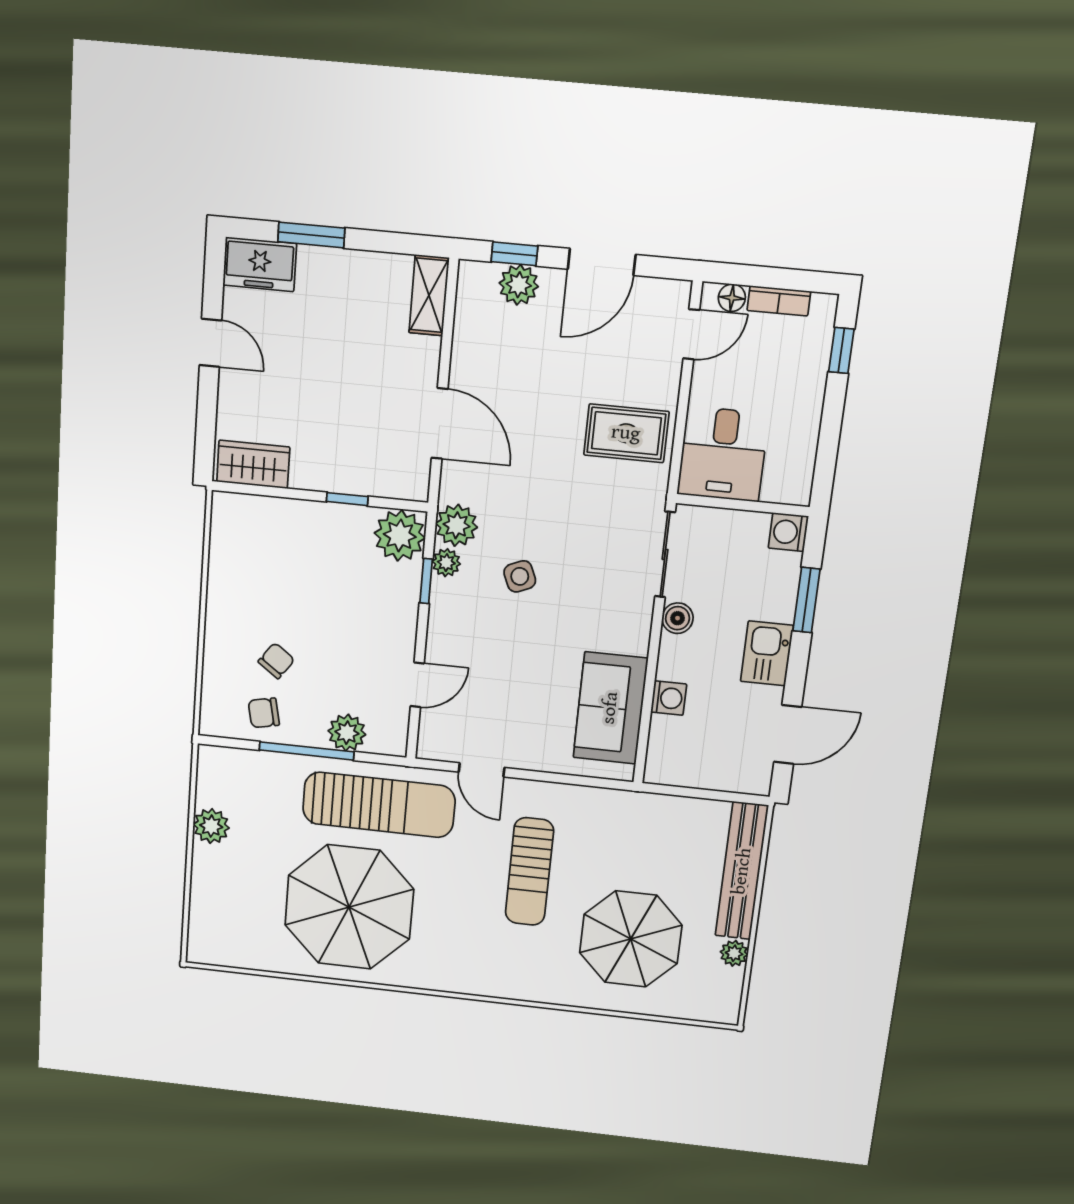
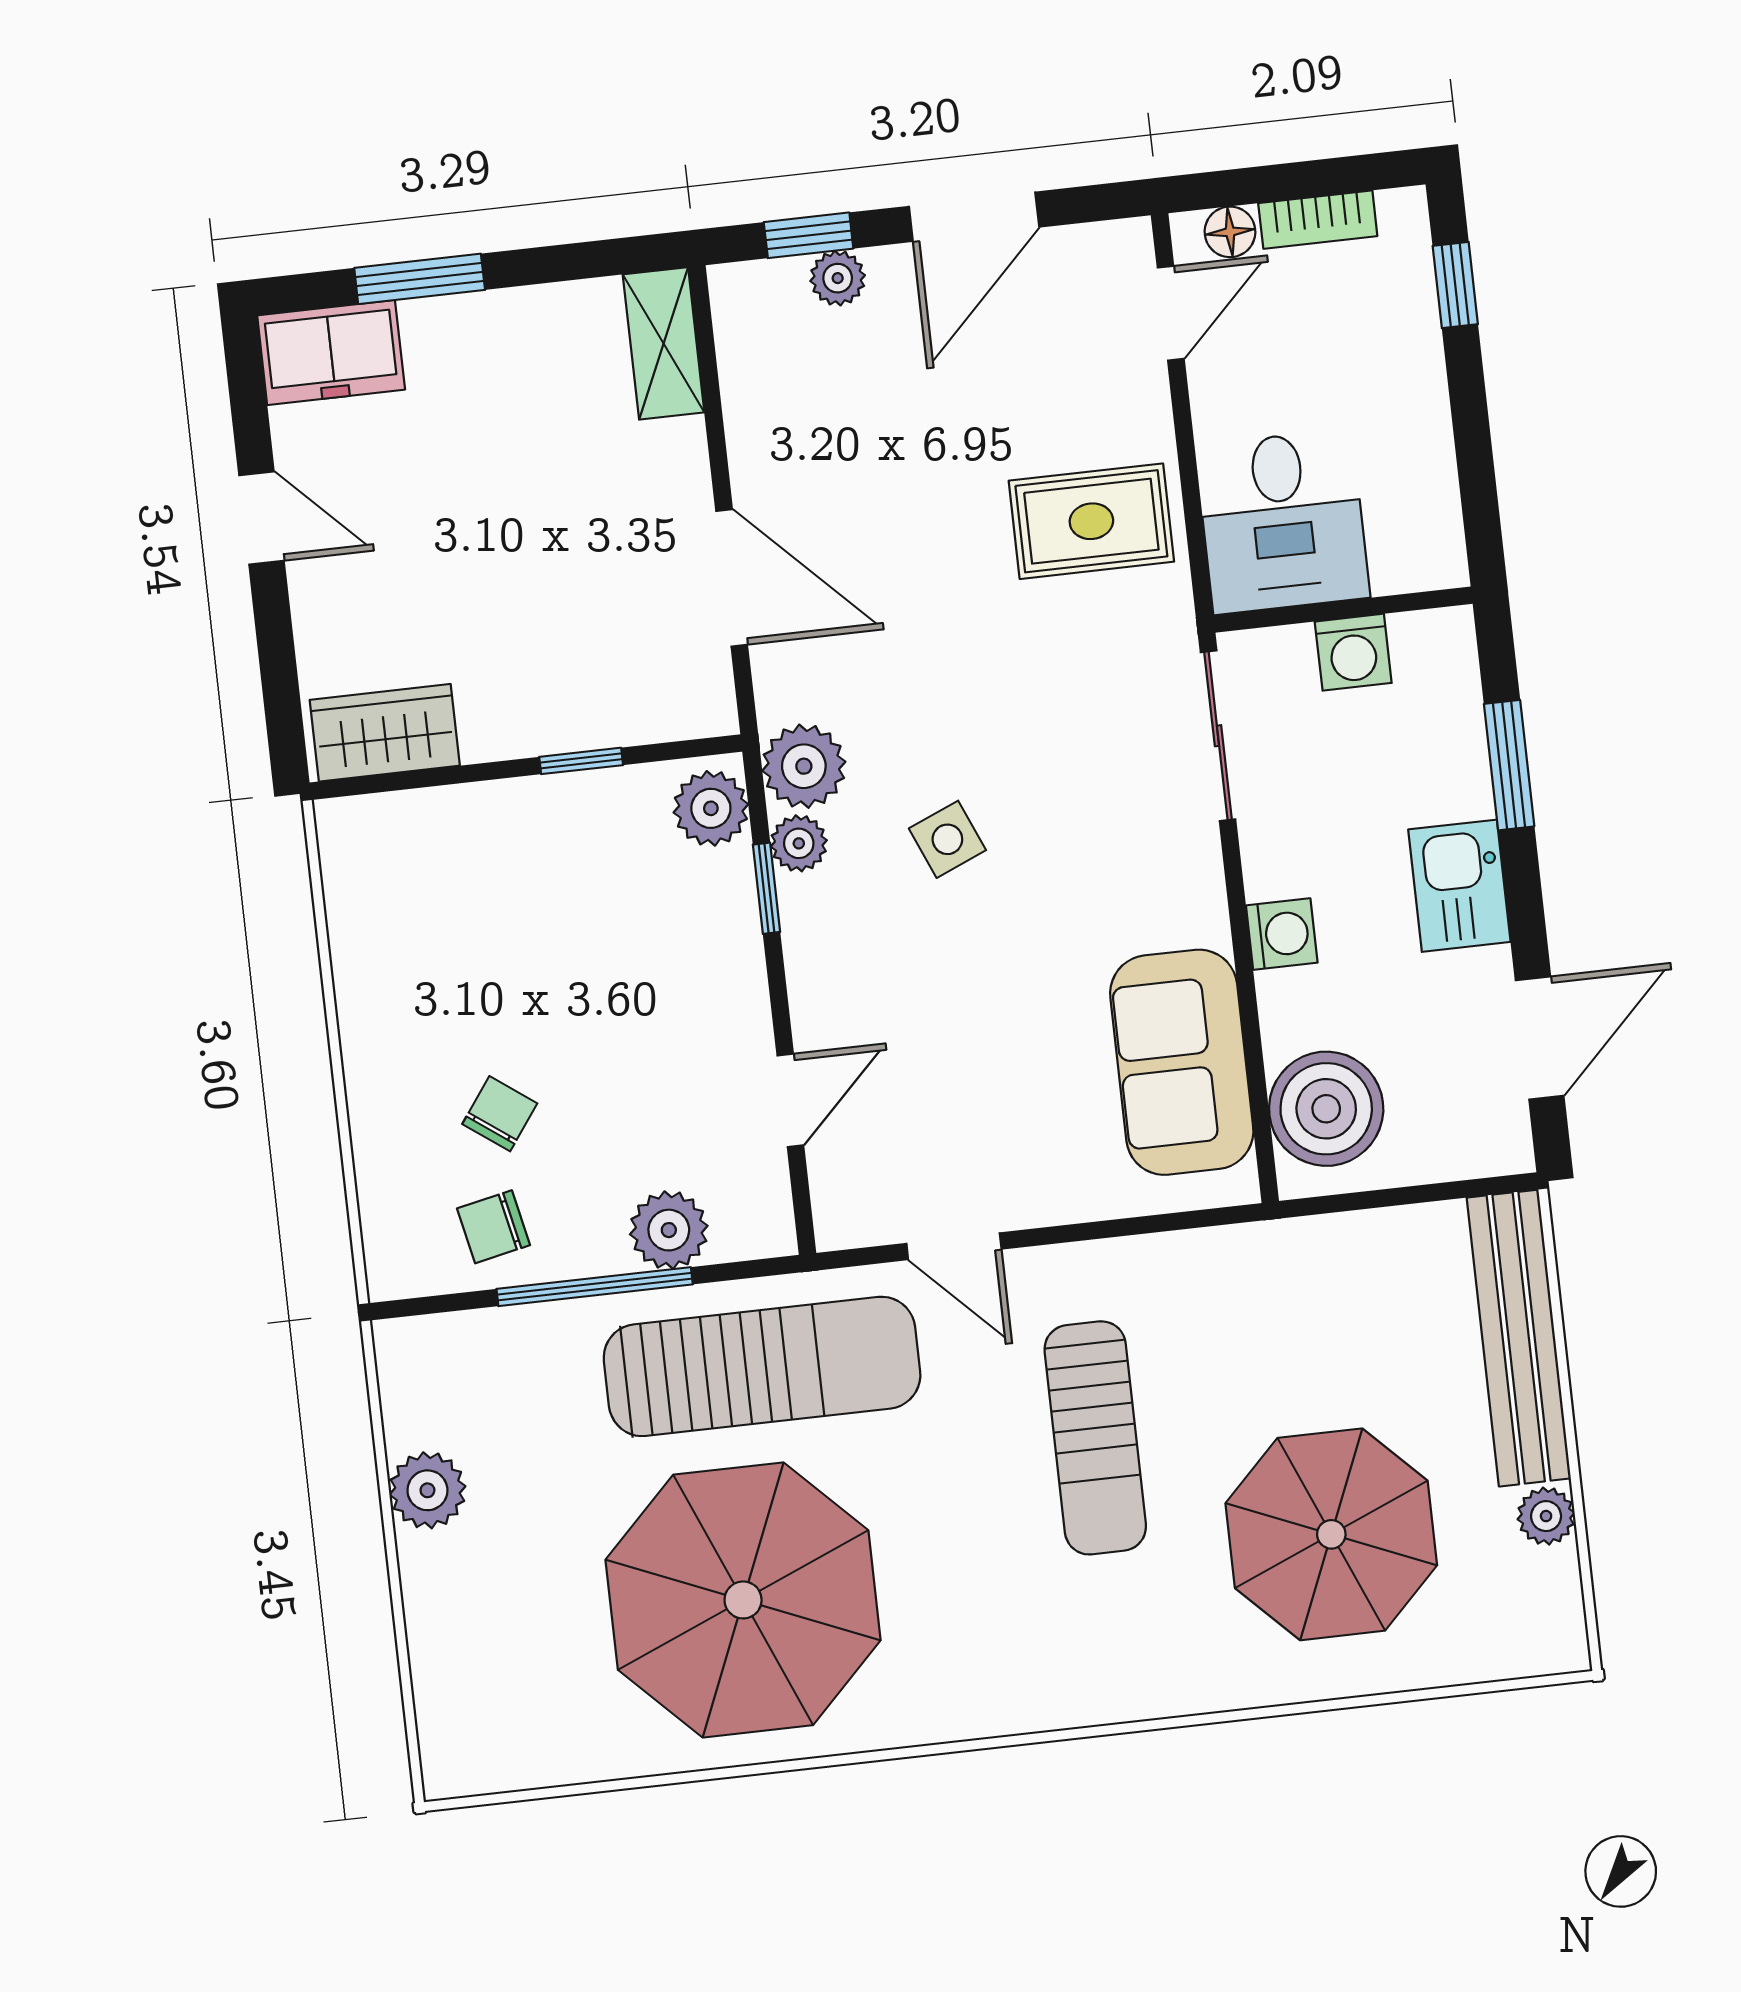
plant: (519, 285) -> (838, 278), width x0.73, depth x0.73
washing machine: (788, 532) -> (1353, 652), moved, turned -90
plant: (400, 535) -> (711, 808), width x0.73, depth x0.73
boiler: (678, 618) -> (1326, 1109), moved, width x1.86, depth x1.86
washing machine: (669, 698) -> (1282, 934), moved

